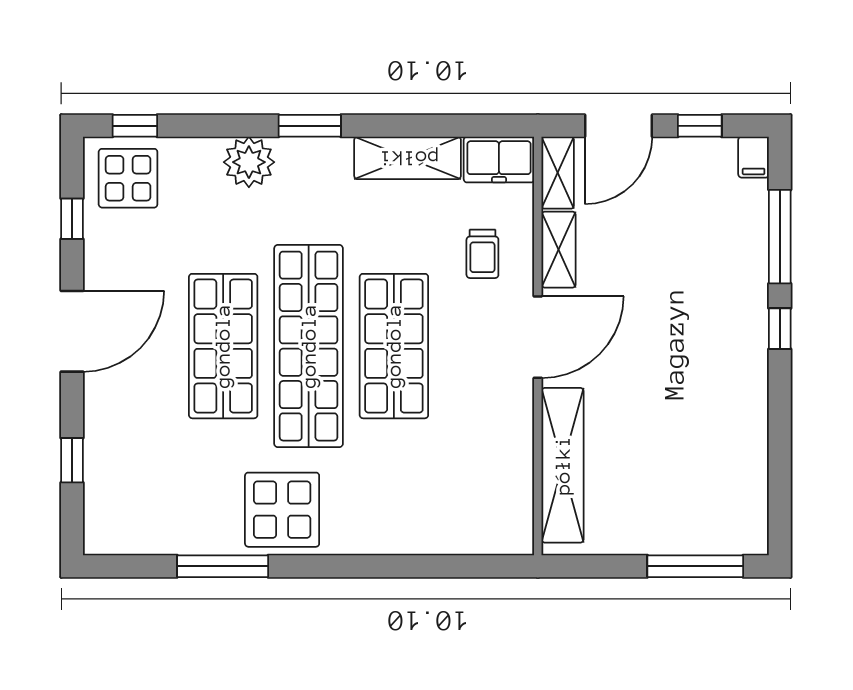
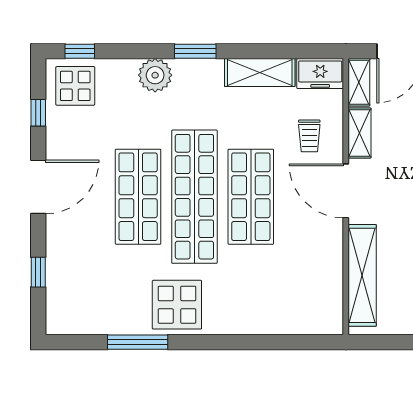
door: (538, 337) -> (346, 191), swing flipped

